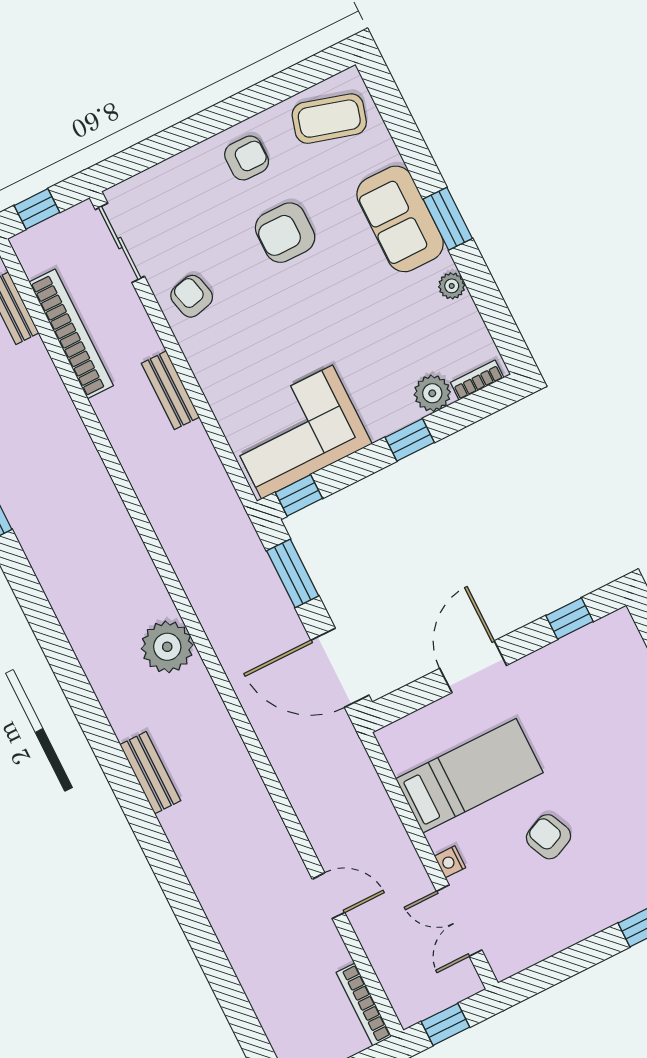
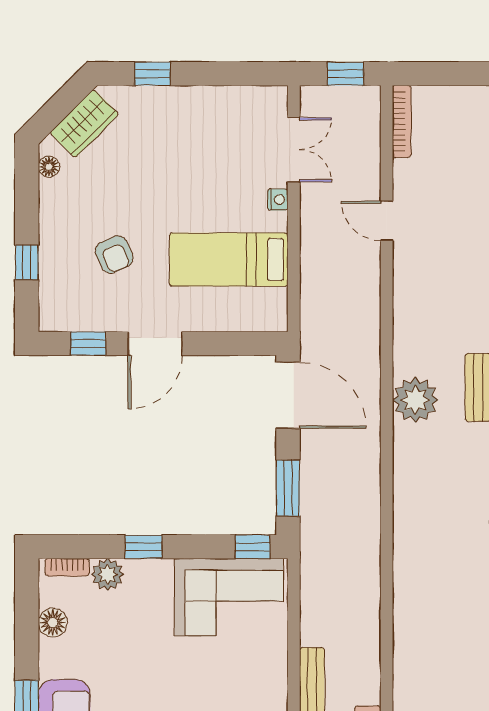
plant: (452, 286) -> (50, 651), removed
floor lamp: (463, 316) -> (53, 623), added
plant: (167, 647) -> (415, 400), moved
door: (473, 667) -> (155, 344), moved
armchair: (549, 837) -> (114, 255), moved

